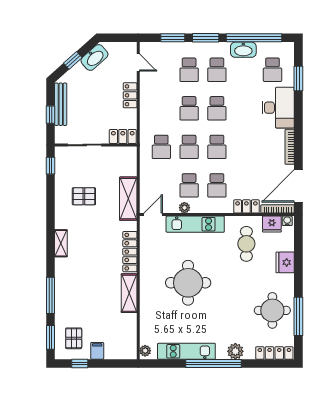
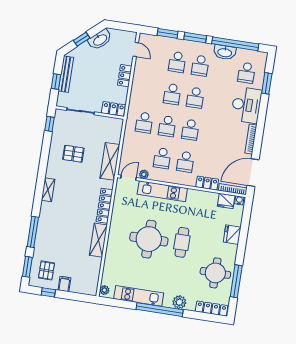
plant: (184, 208) -> (144, 174), moved
cafe table: (246, 244) -> (182, 242), moved

